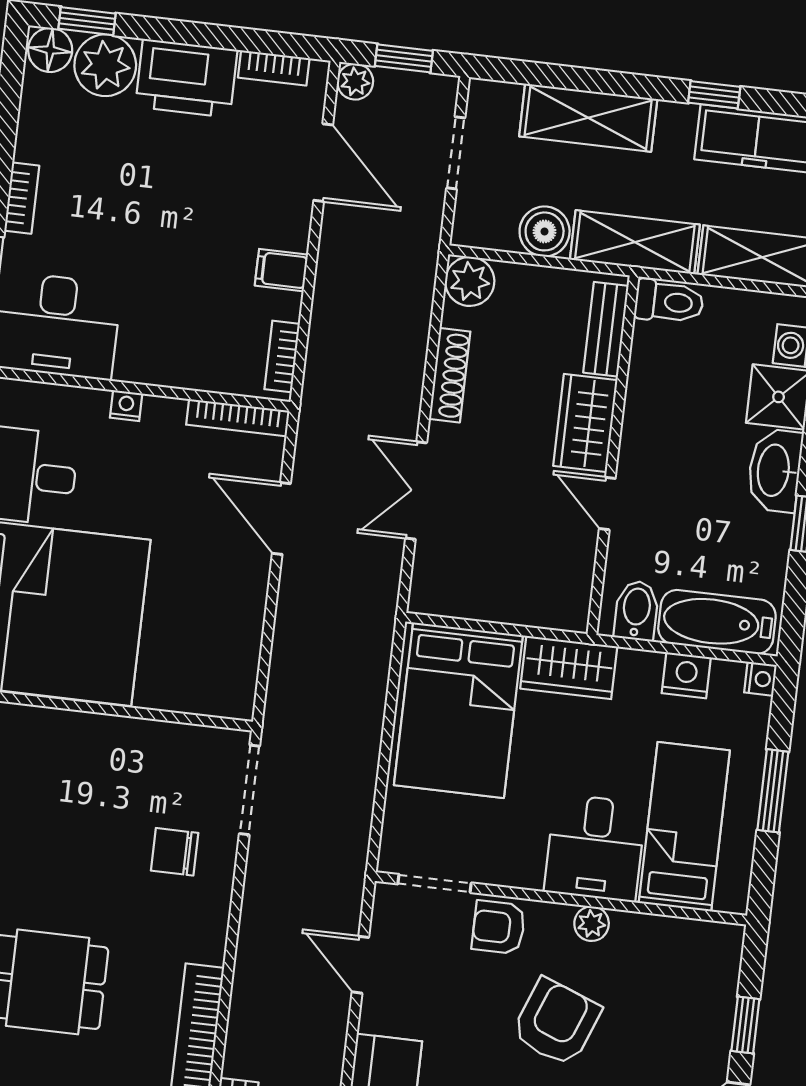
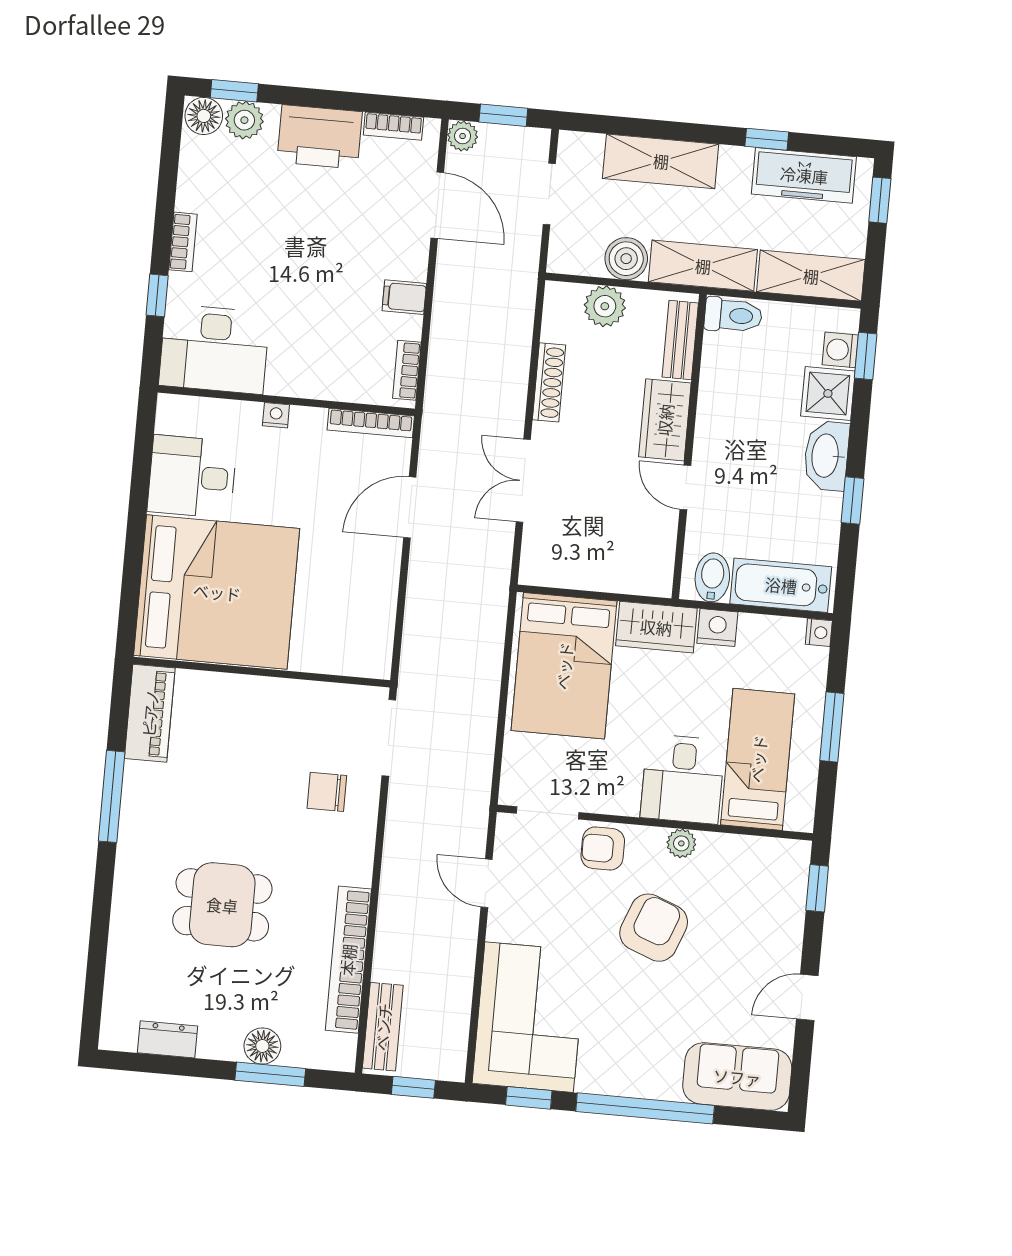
plant: (105, 65) -> (244, 120), width x0.73, depth x0.73
plant: (470, 281) -> (605, 306), moved
door: (281, 518) -> (410, 507), hinge flipped
nightstand: (686, 675) -> (717, 628), moved
window: (745, 1025) -> (817, 888), moved

